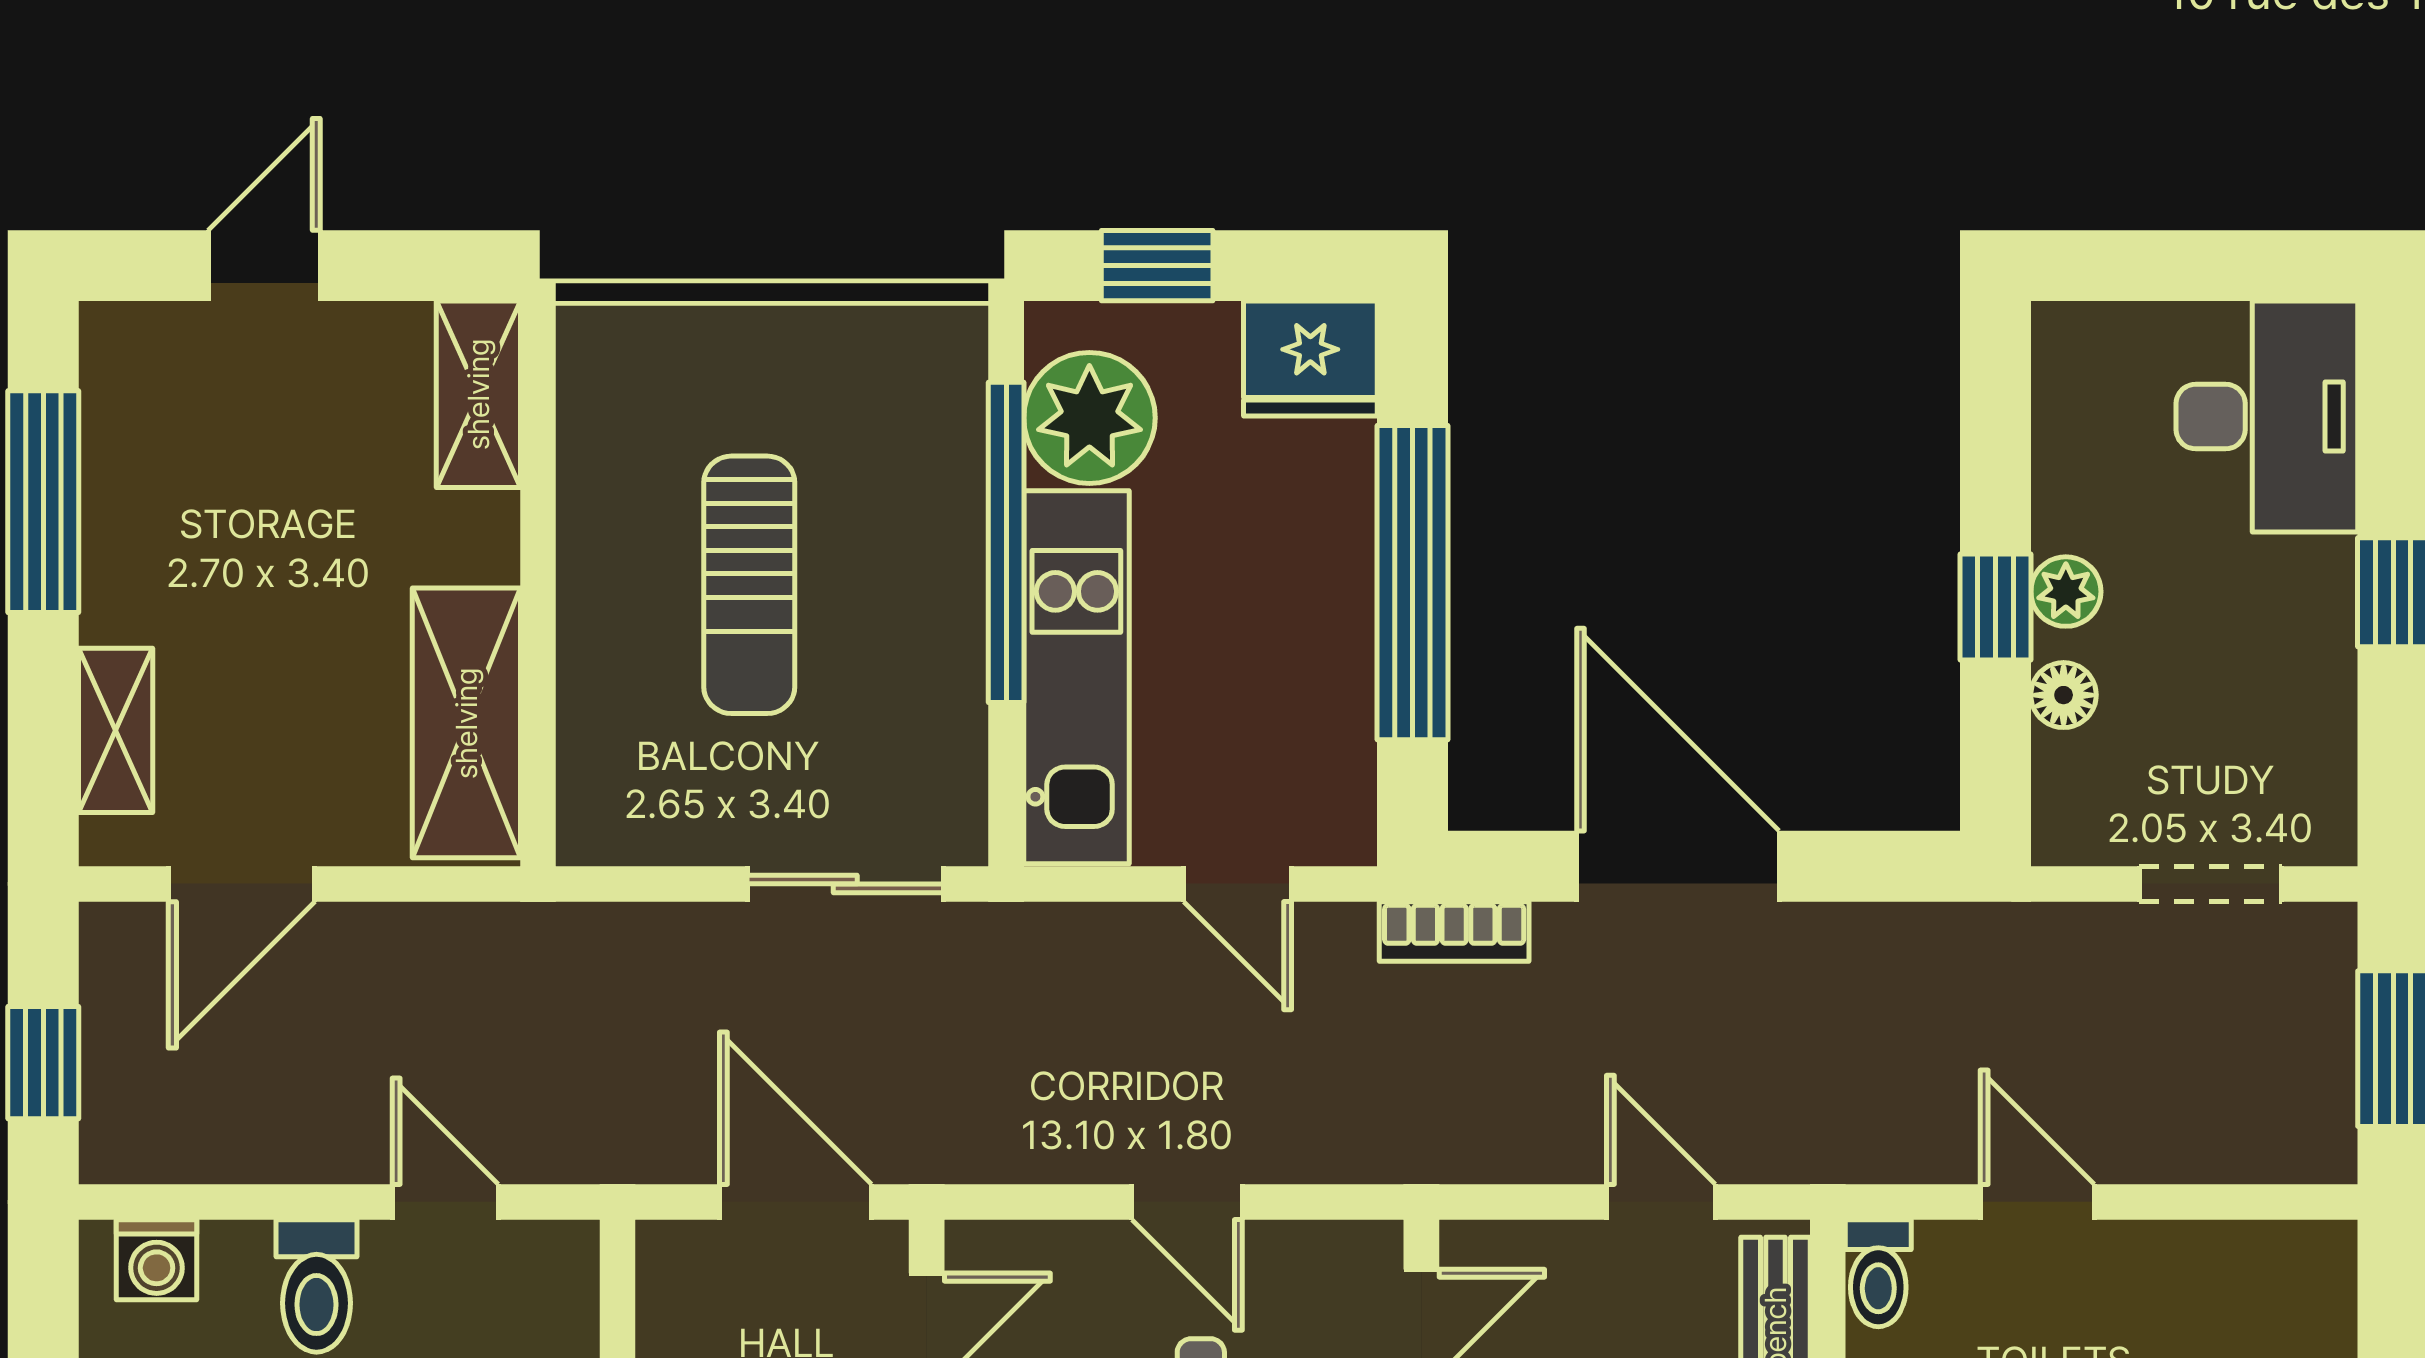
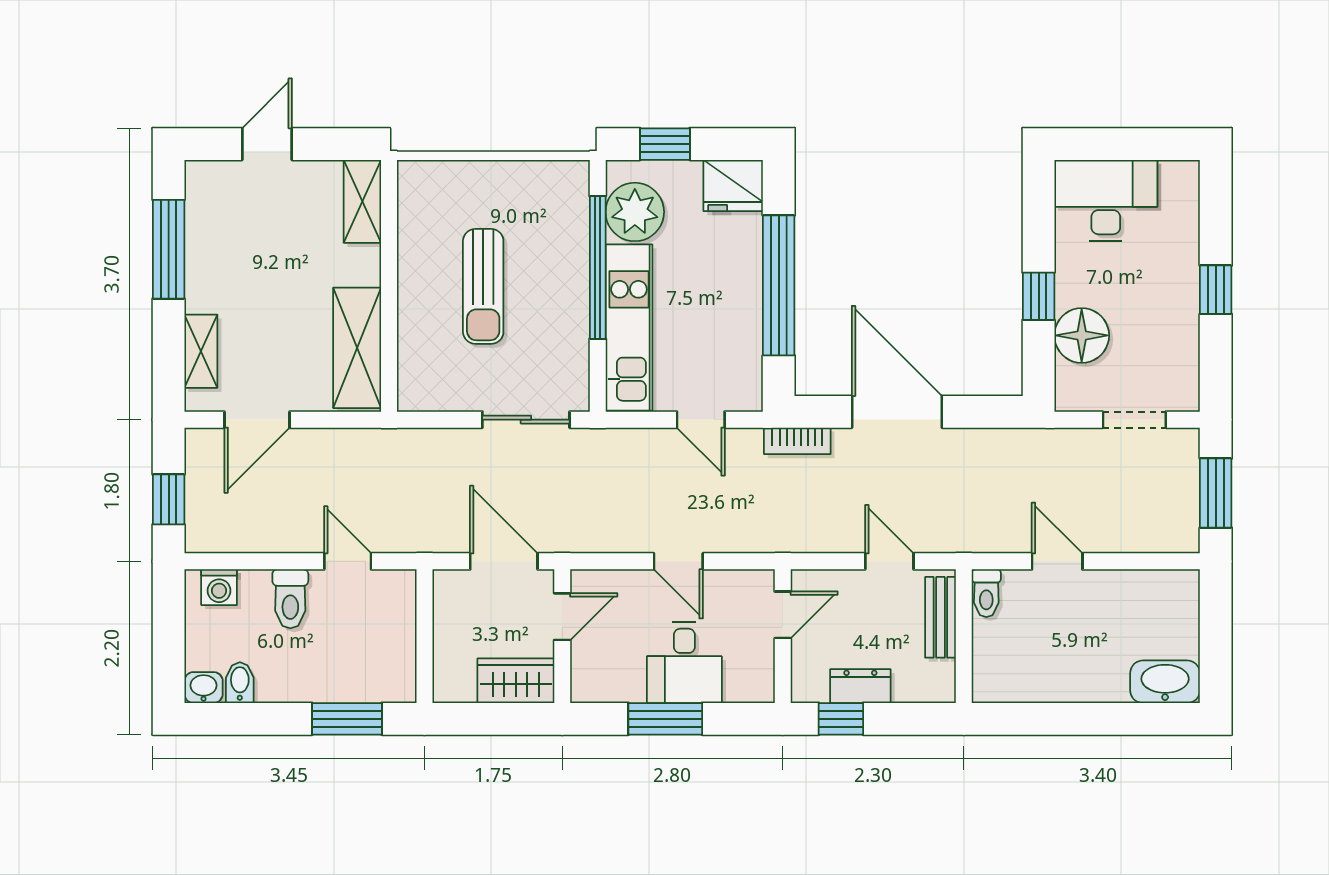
desk: (2267, 417) -> (1106, 200), moved, turned -90
plant: (2066, 592) -> (1070, 289), removed
floor lamp: (2064, 695) -> (1082, 335), width x1.89, depth x1.89

